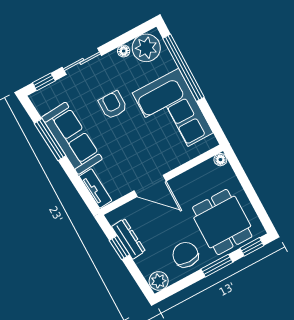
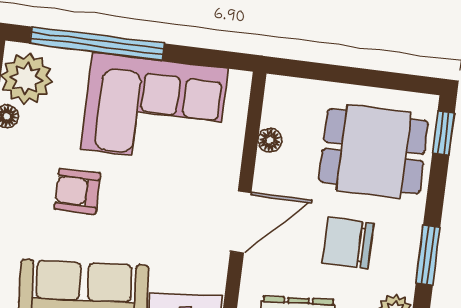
floor lamp: (220, 160) -> (270, 140), moved
chair: (186, 255) -> (348, 243), moved
window: (217, 266) -> (428, 255), moved

